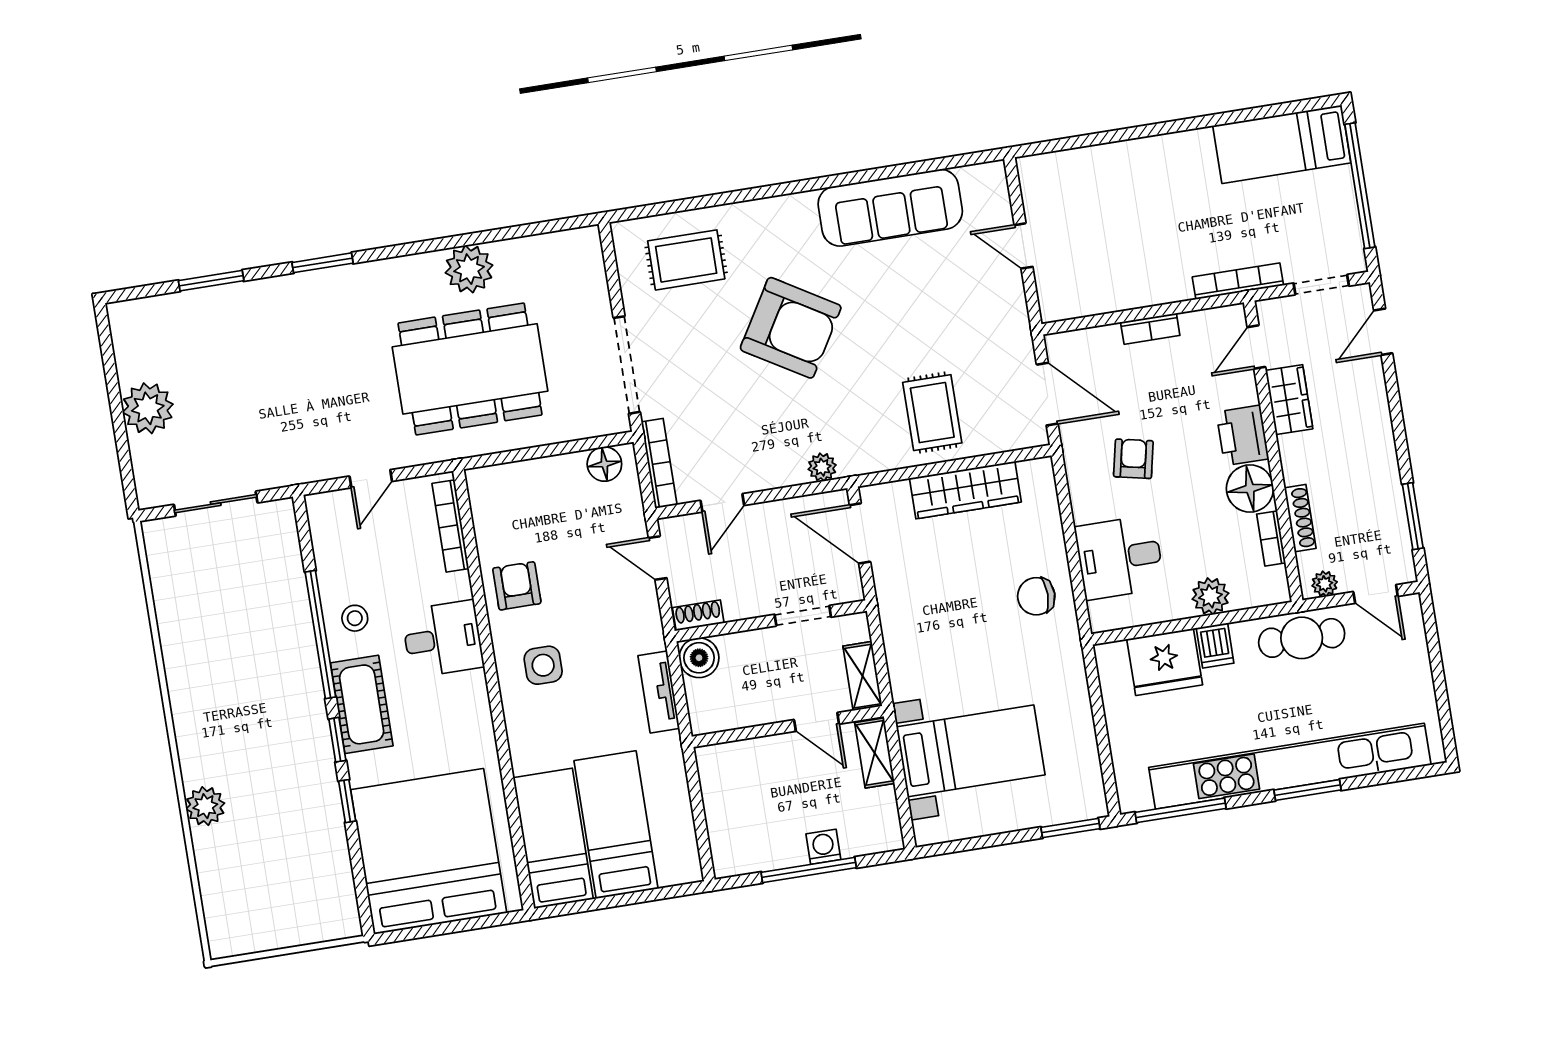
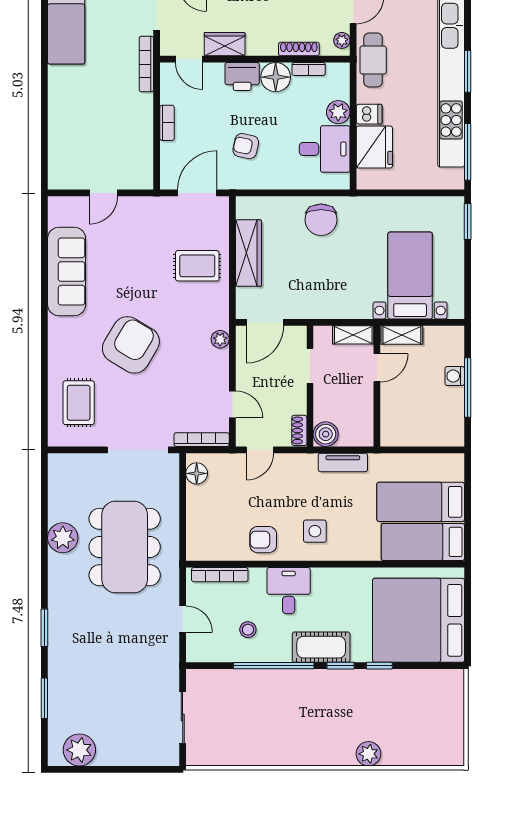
plant: (148, 408) -> (79, 750), moved
desk: (1120, 557) -> (325, 149), moved, turned -90
chair: (1036, 596) -> (321, 220), width x1.37, depth x1.37
stool: (355, 618) -> (248, 630), moved

